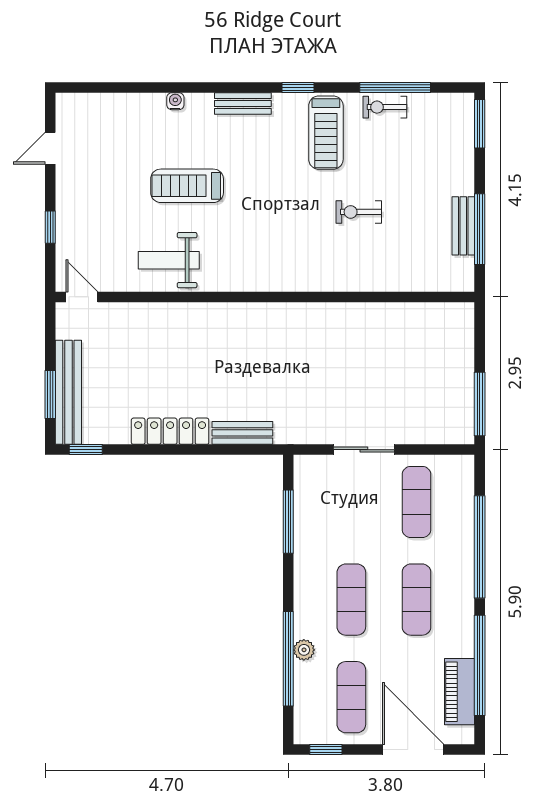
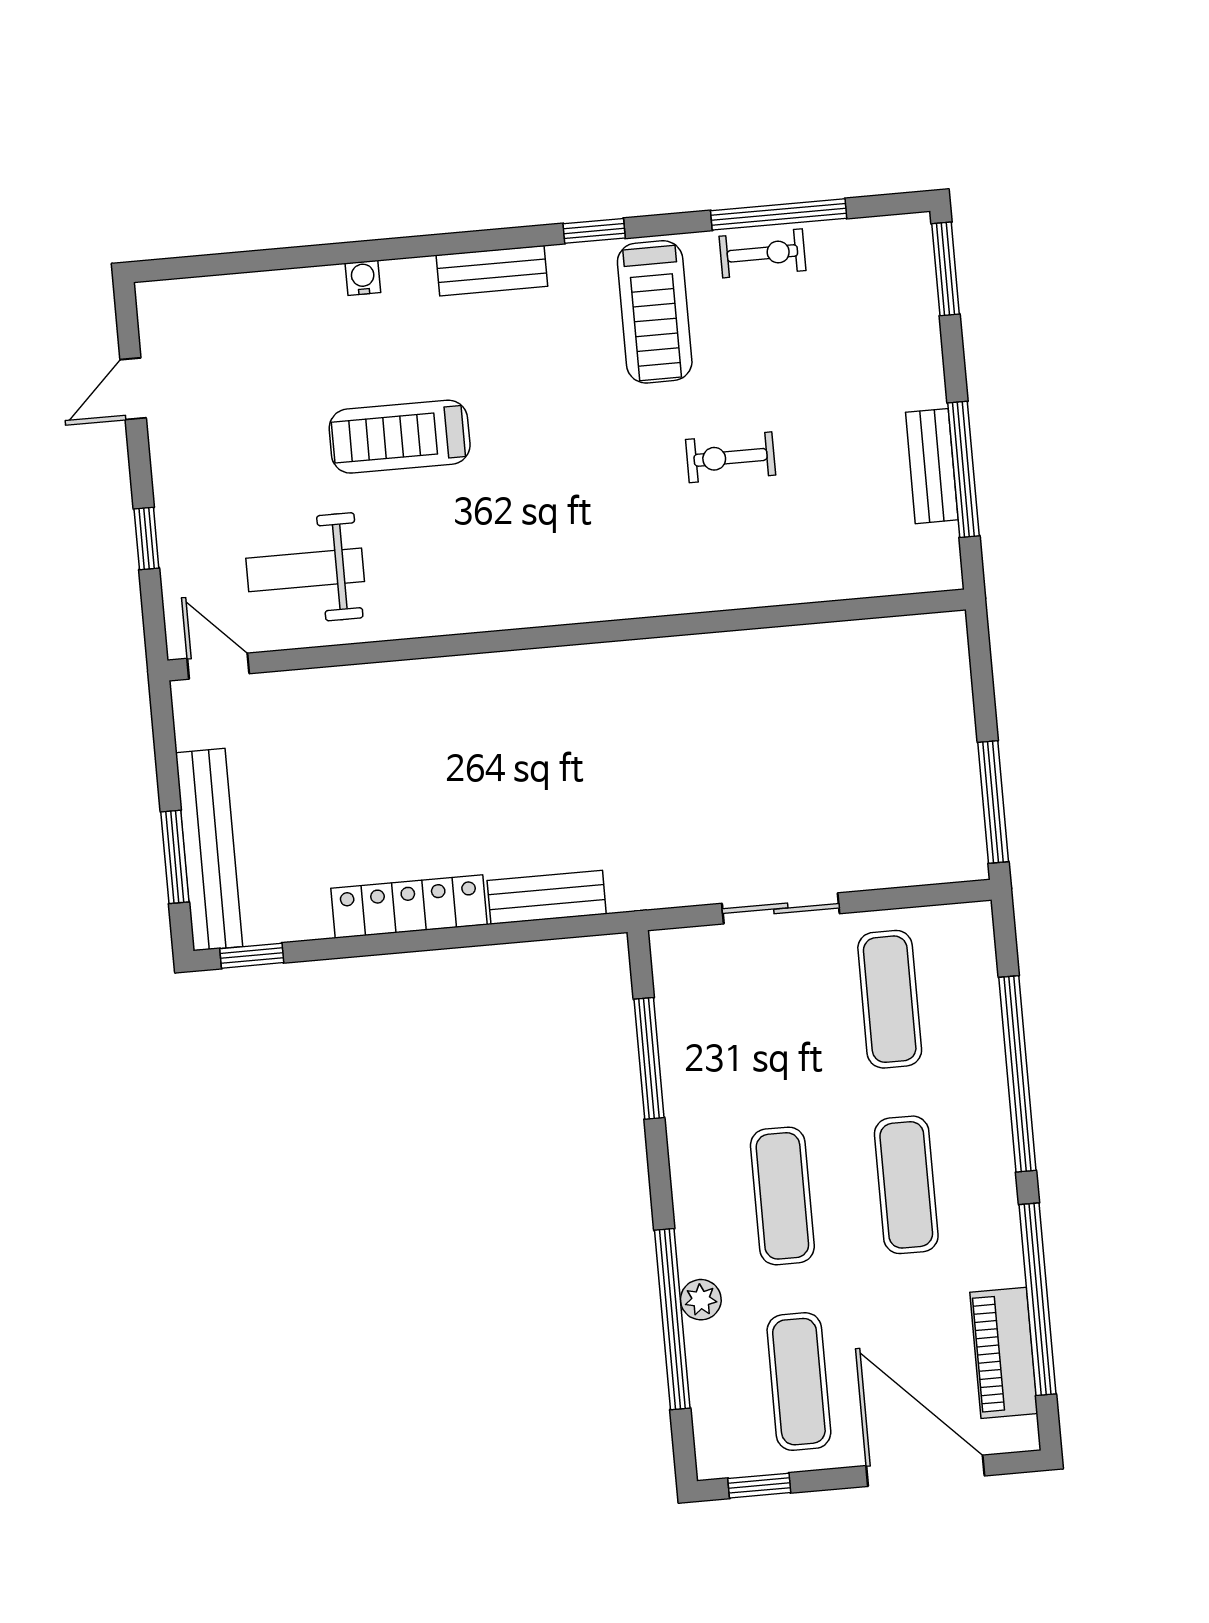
exercise bike: (385, 107) -> (762, 253), turned 180
weight bench: (169, 260) -> (305, 570), moved

